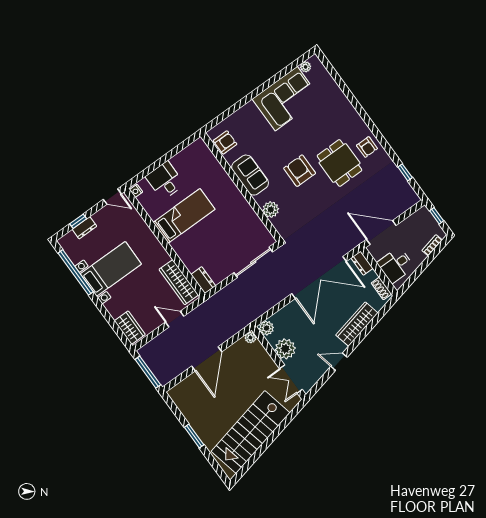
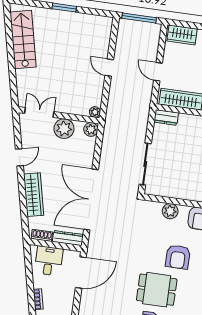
armchair: (300, 171) -> (178, 257), turned 90
dresser: (362, 263) -> (68, 238), width x1.44
door: (175, 319) -> (158, 72), swing flipped
door: (207, 359) -> (109, 68), width x0.53
stairs: (251, 432) -> (23, 39), width x0.73, depth x0.66

